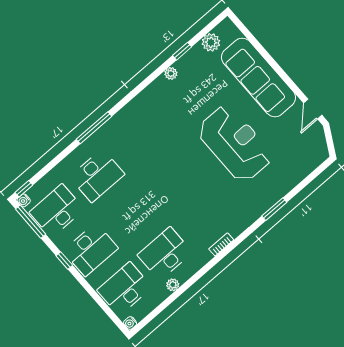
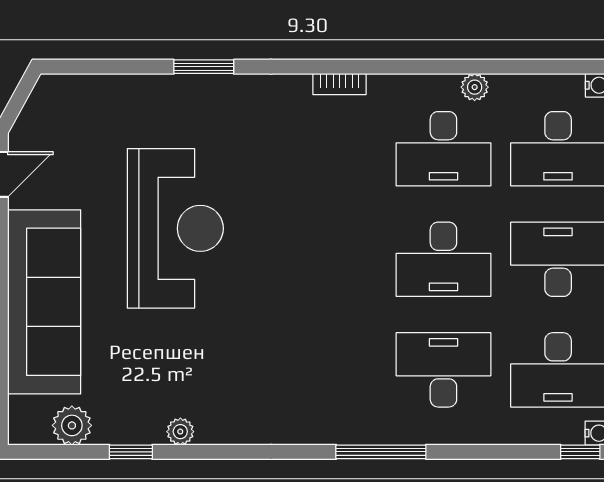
reception desk: (235, 143) -> (175, 228), turned 180
desk: (131, 215) -> (443, 259), added

